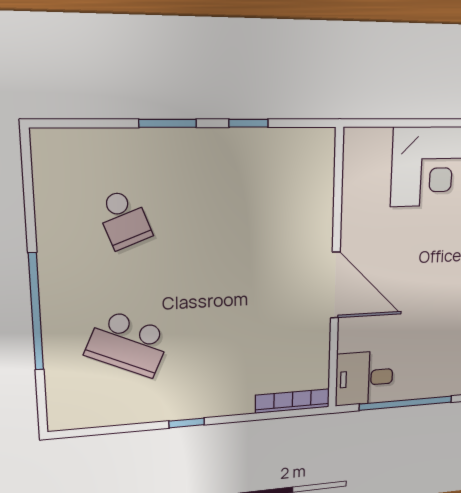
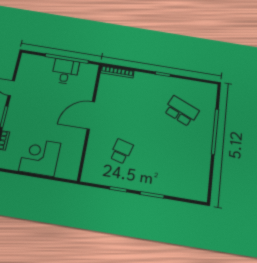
school desk: (124, 219) -> (121, 151), moved, turned 36
door: (335, 285) -> (91, 115), hinge flipped
desk: (364, 378) -> (65, 71), moved, turned -90

